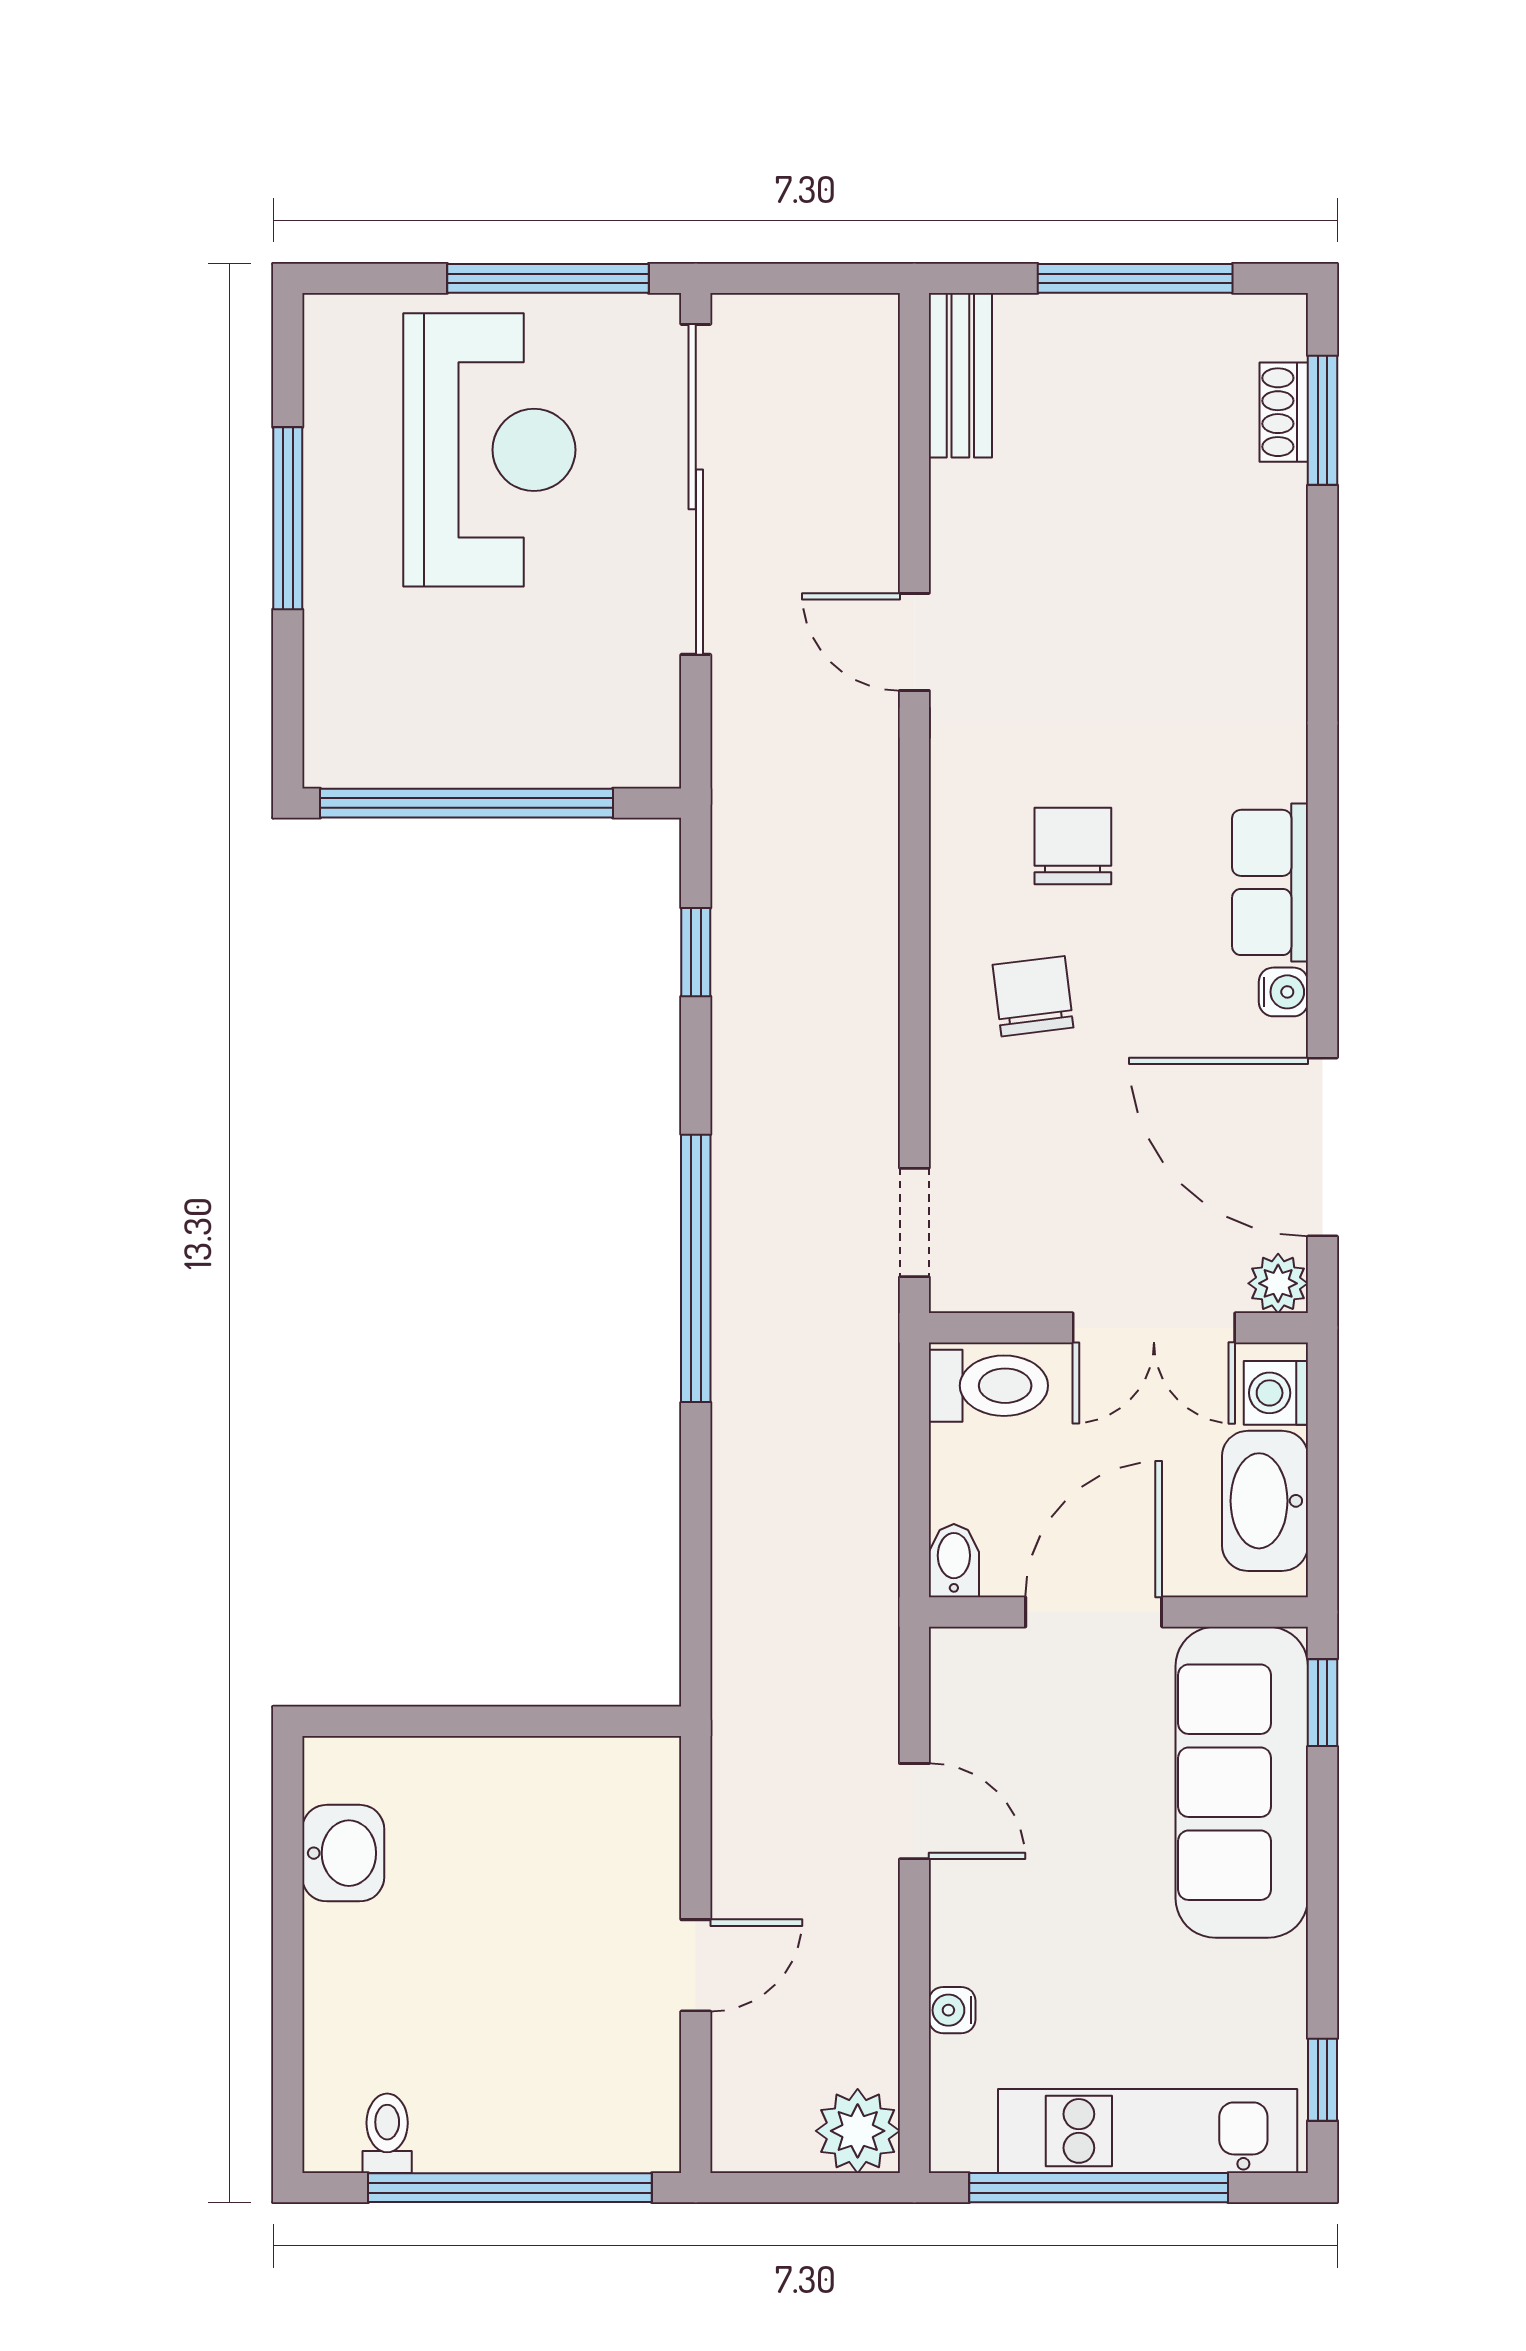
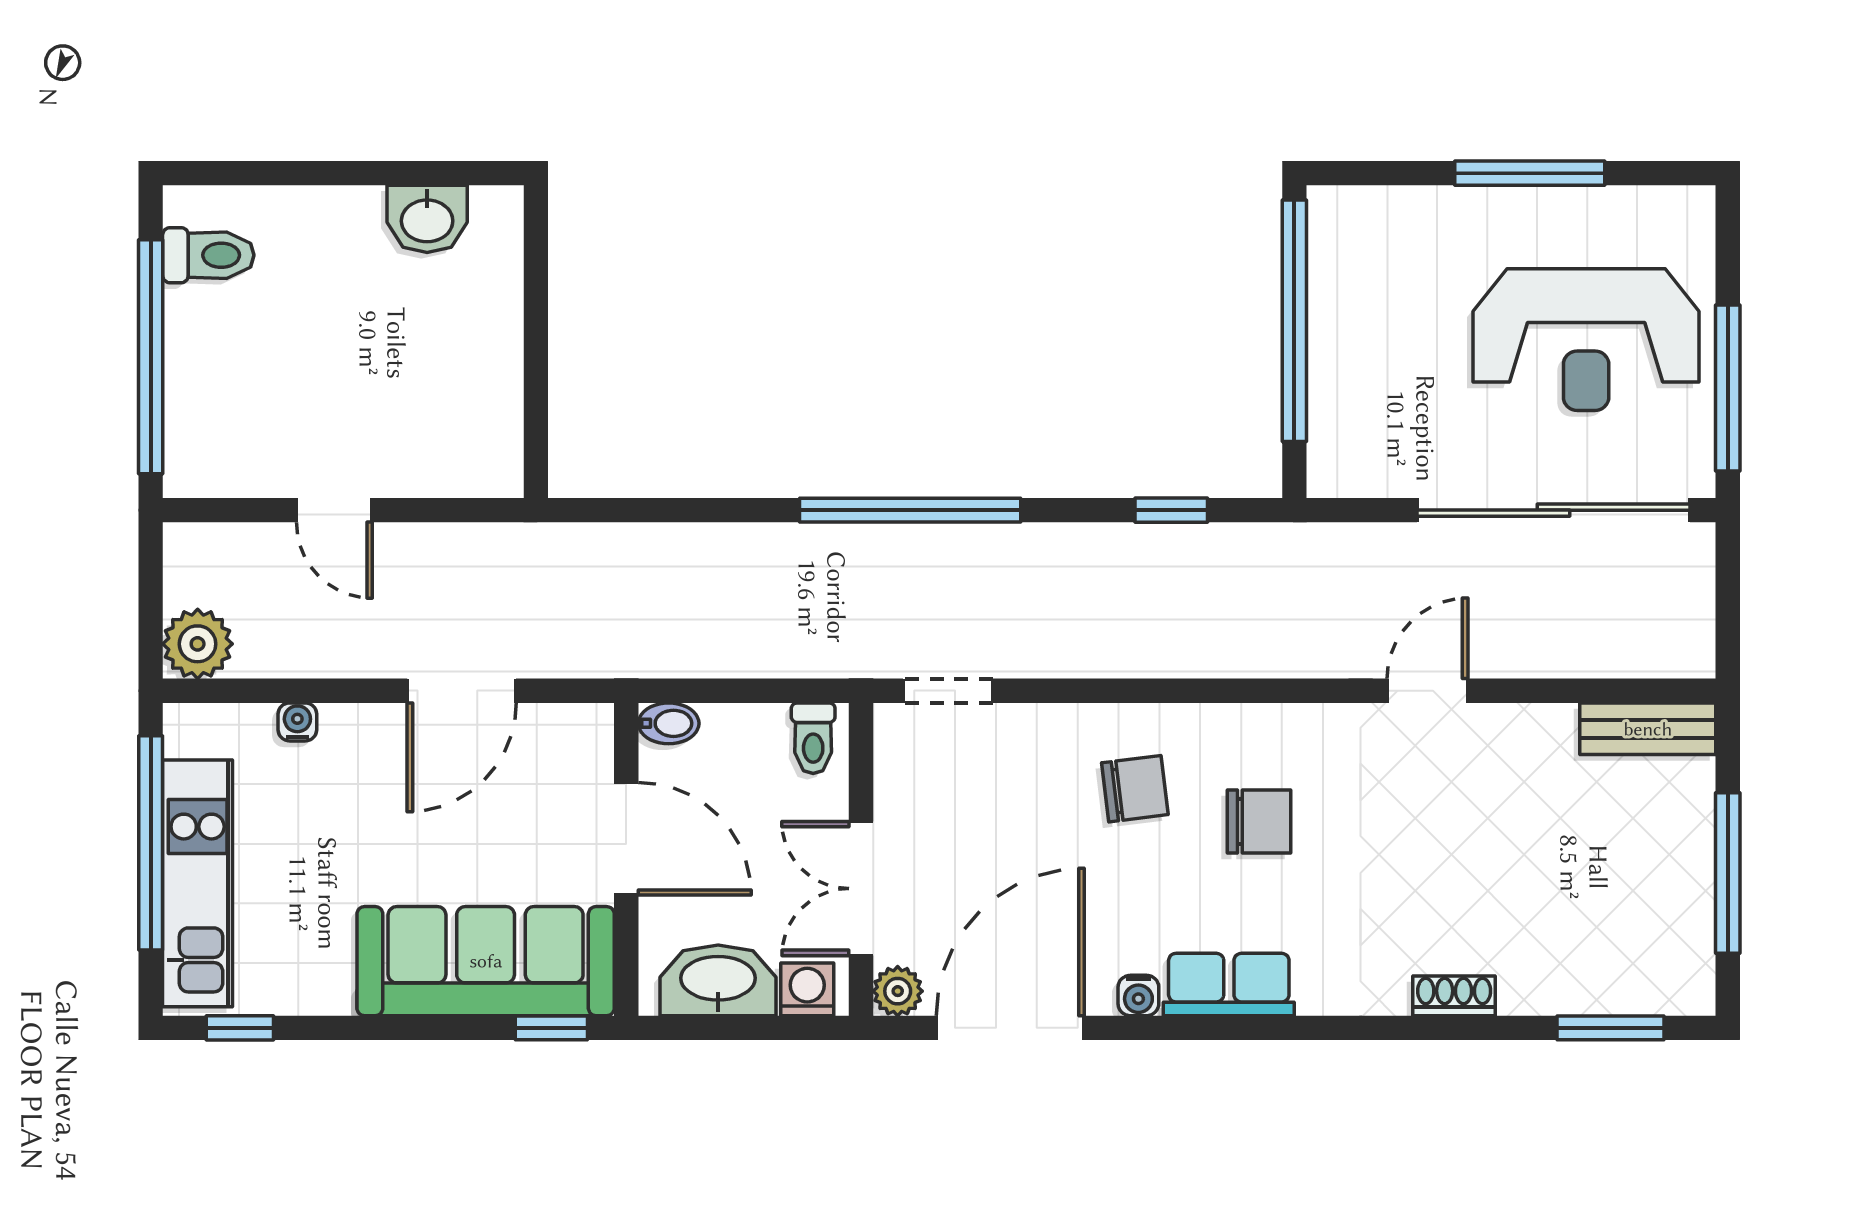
shoe rack: (1284, 412) -> (1454, 996), moved
toilet: (988, 1386) -> (813, 738), width x0.73, depth x0.72
door: (914, 1811) -> (462, 691), width x1.38
toilet: (387, 2133) -> (208, 255), width x1.37, depth x1.39

